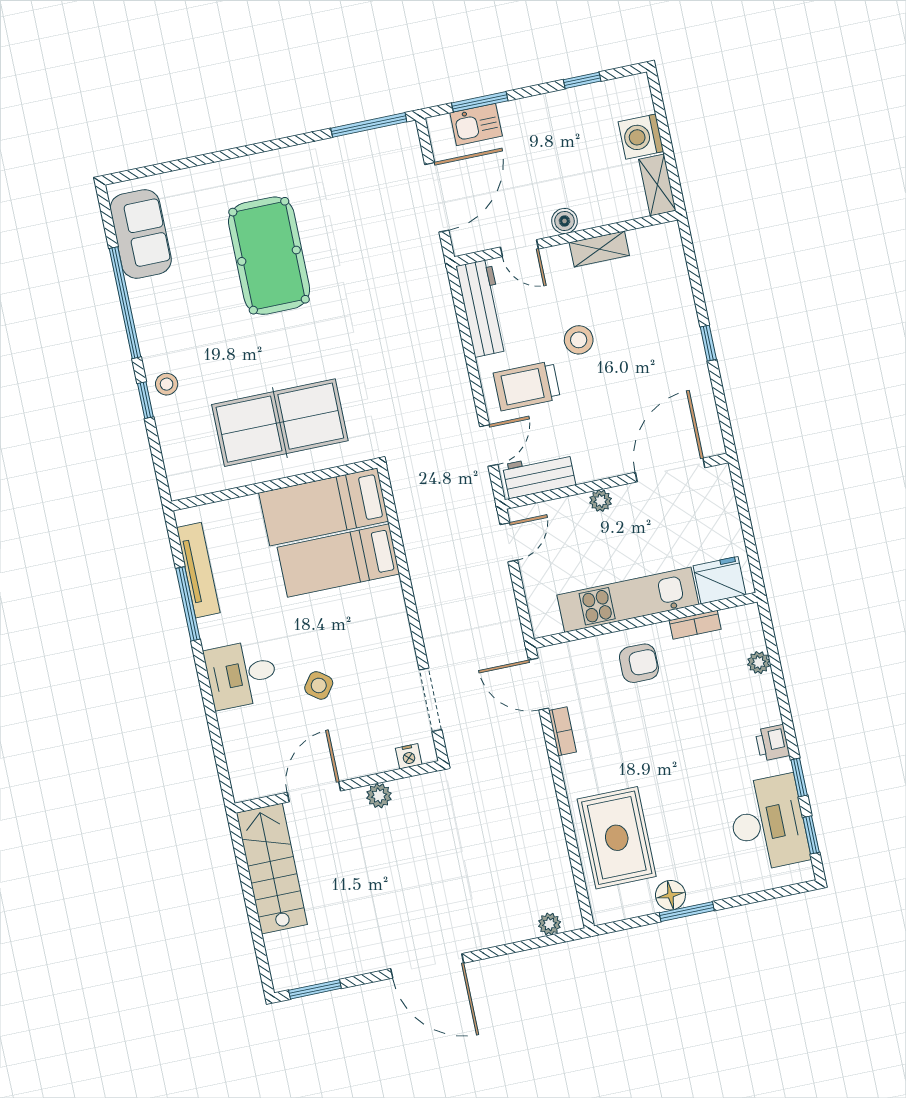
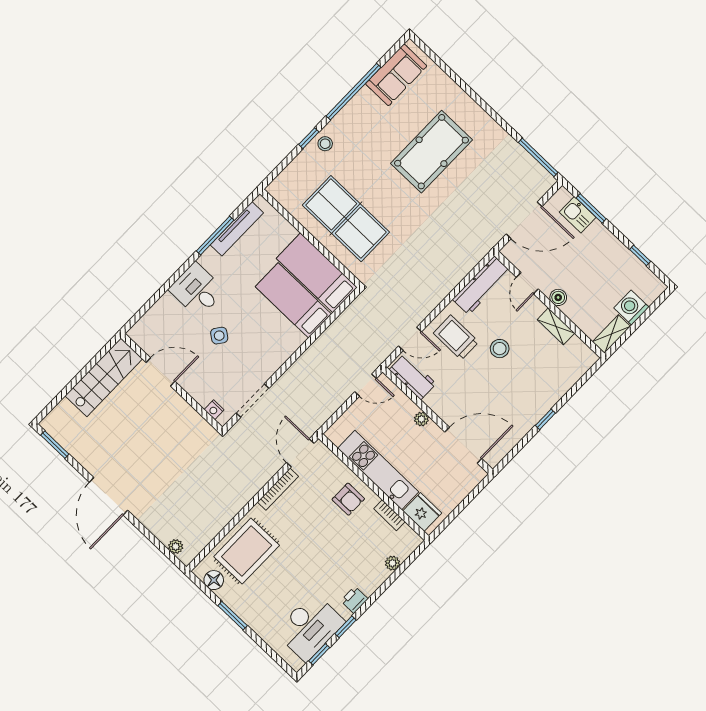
bookcase: (562, 731) -> (278, 489), width x1.56
plant: (379, 796) -> (182, 408), removed
floor lamp: (670, 895) -> (214, 580), moved

